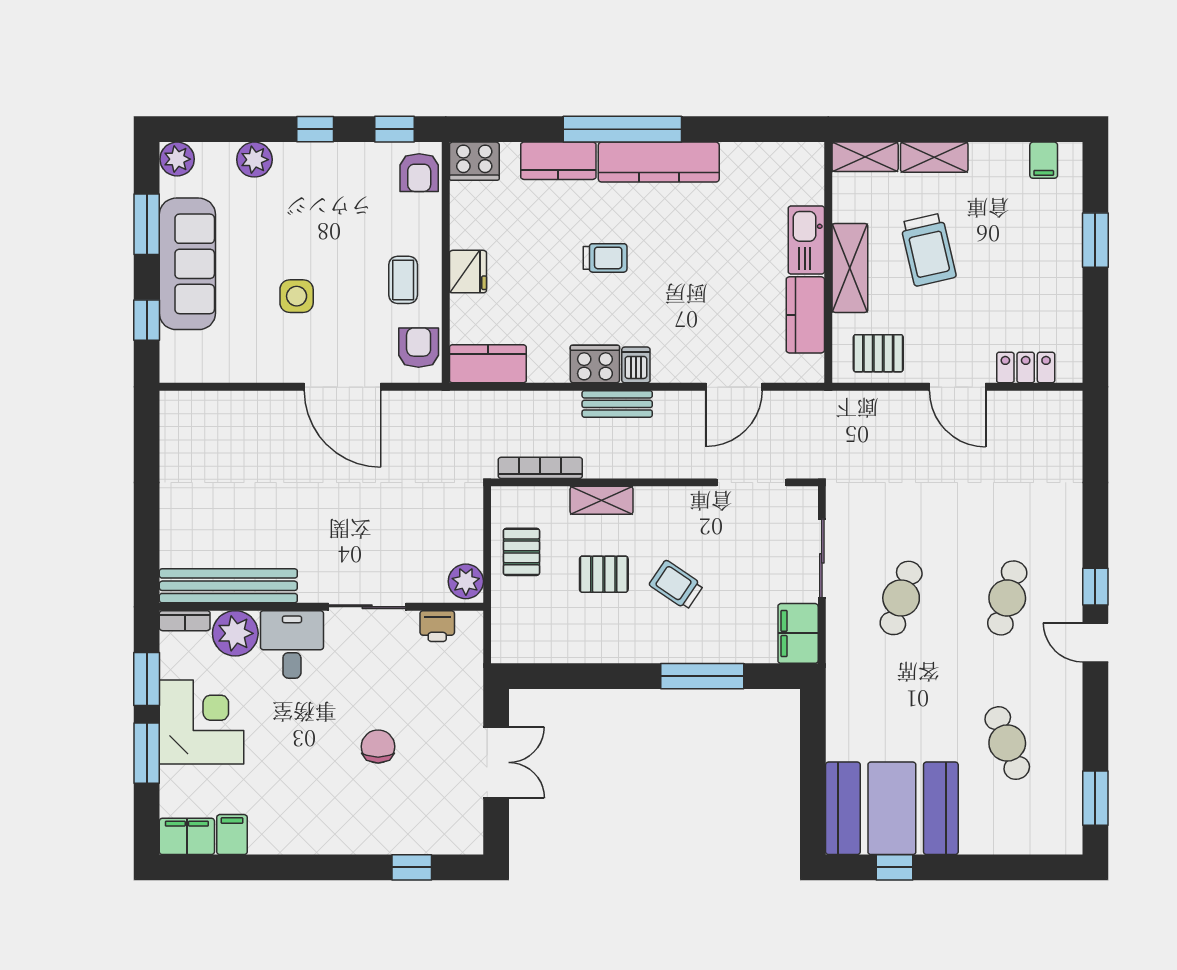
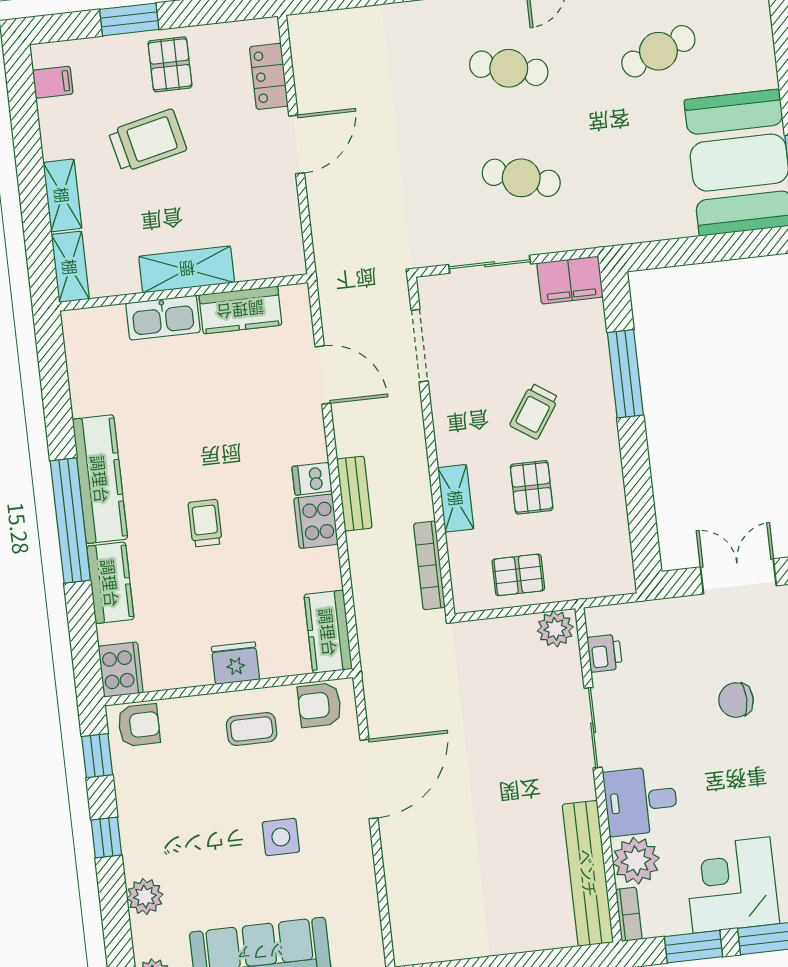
trolley: (928, 250) -> (148, 141), moved
pallet: (878, 353) -> (170, 64), moved

